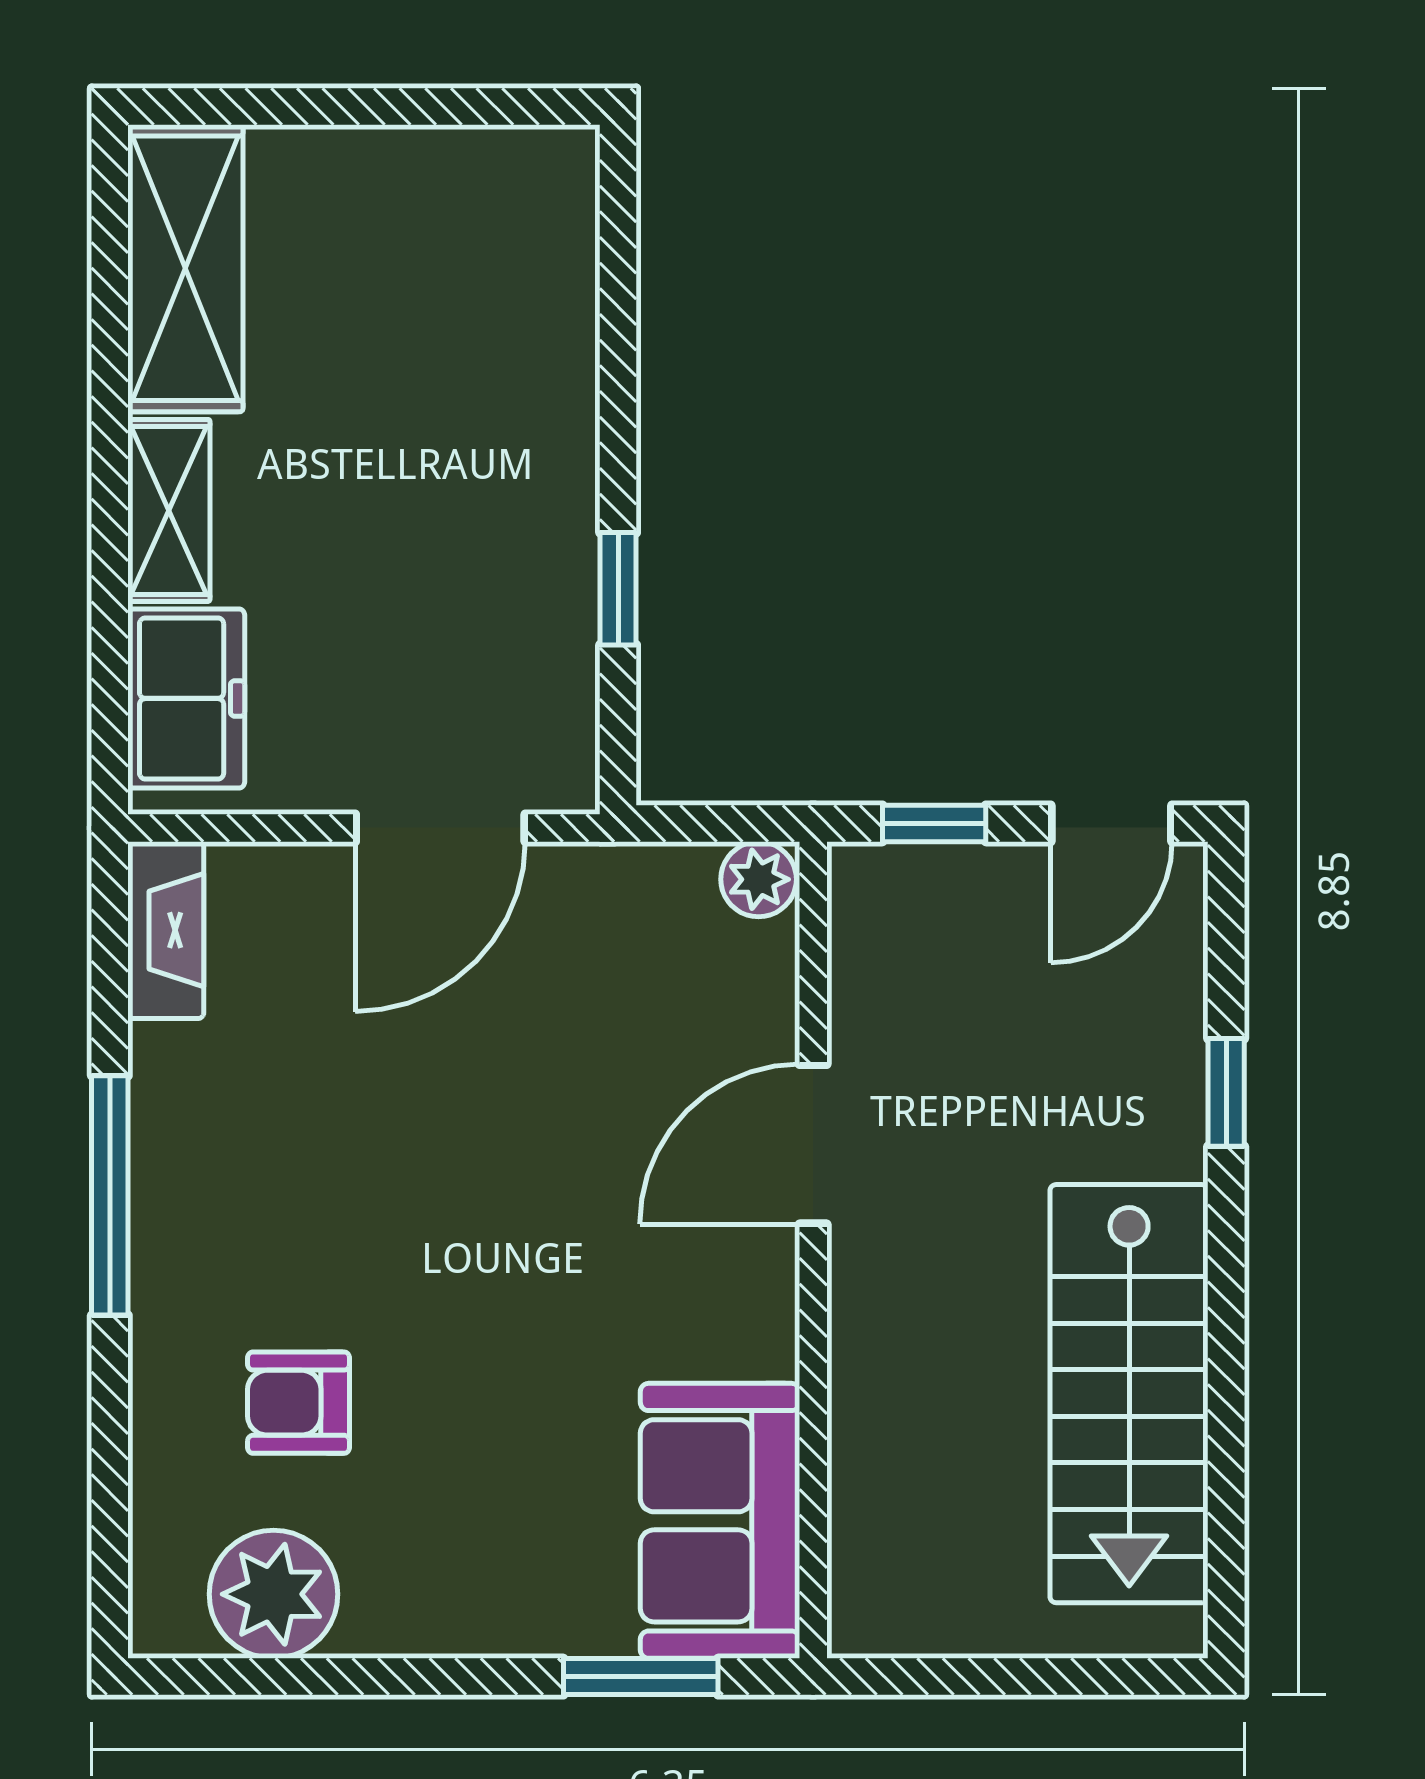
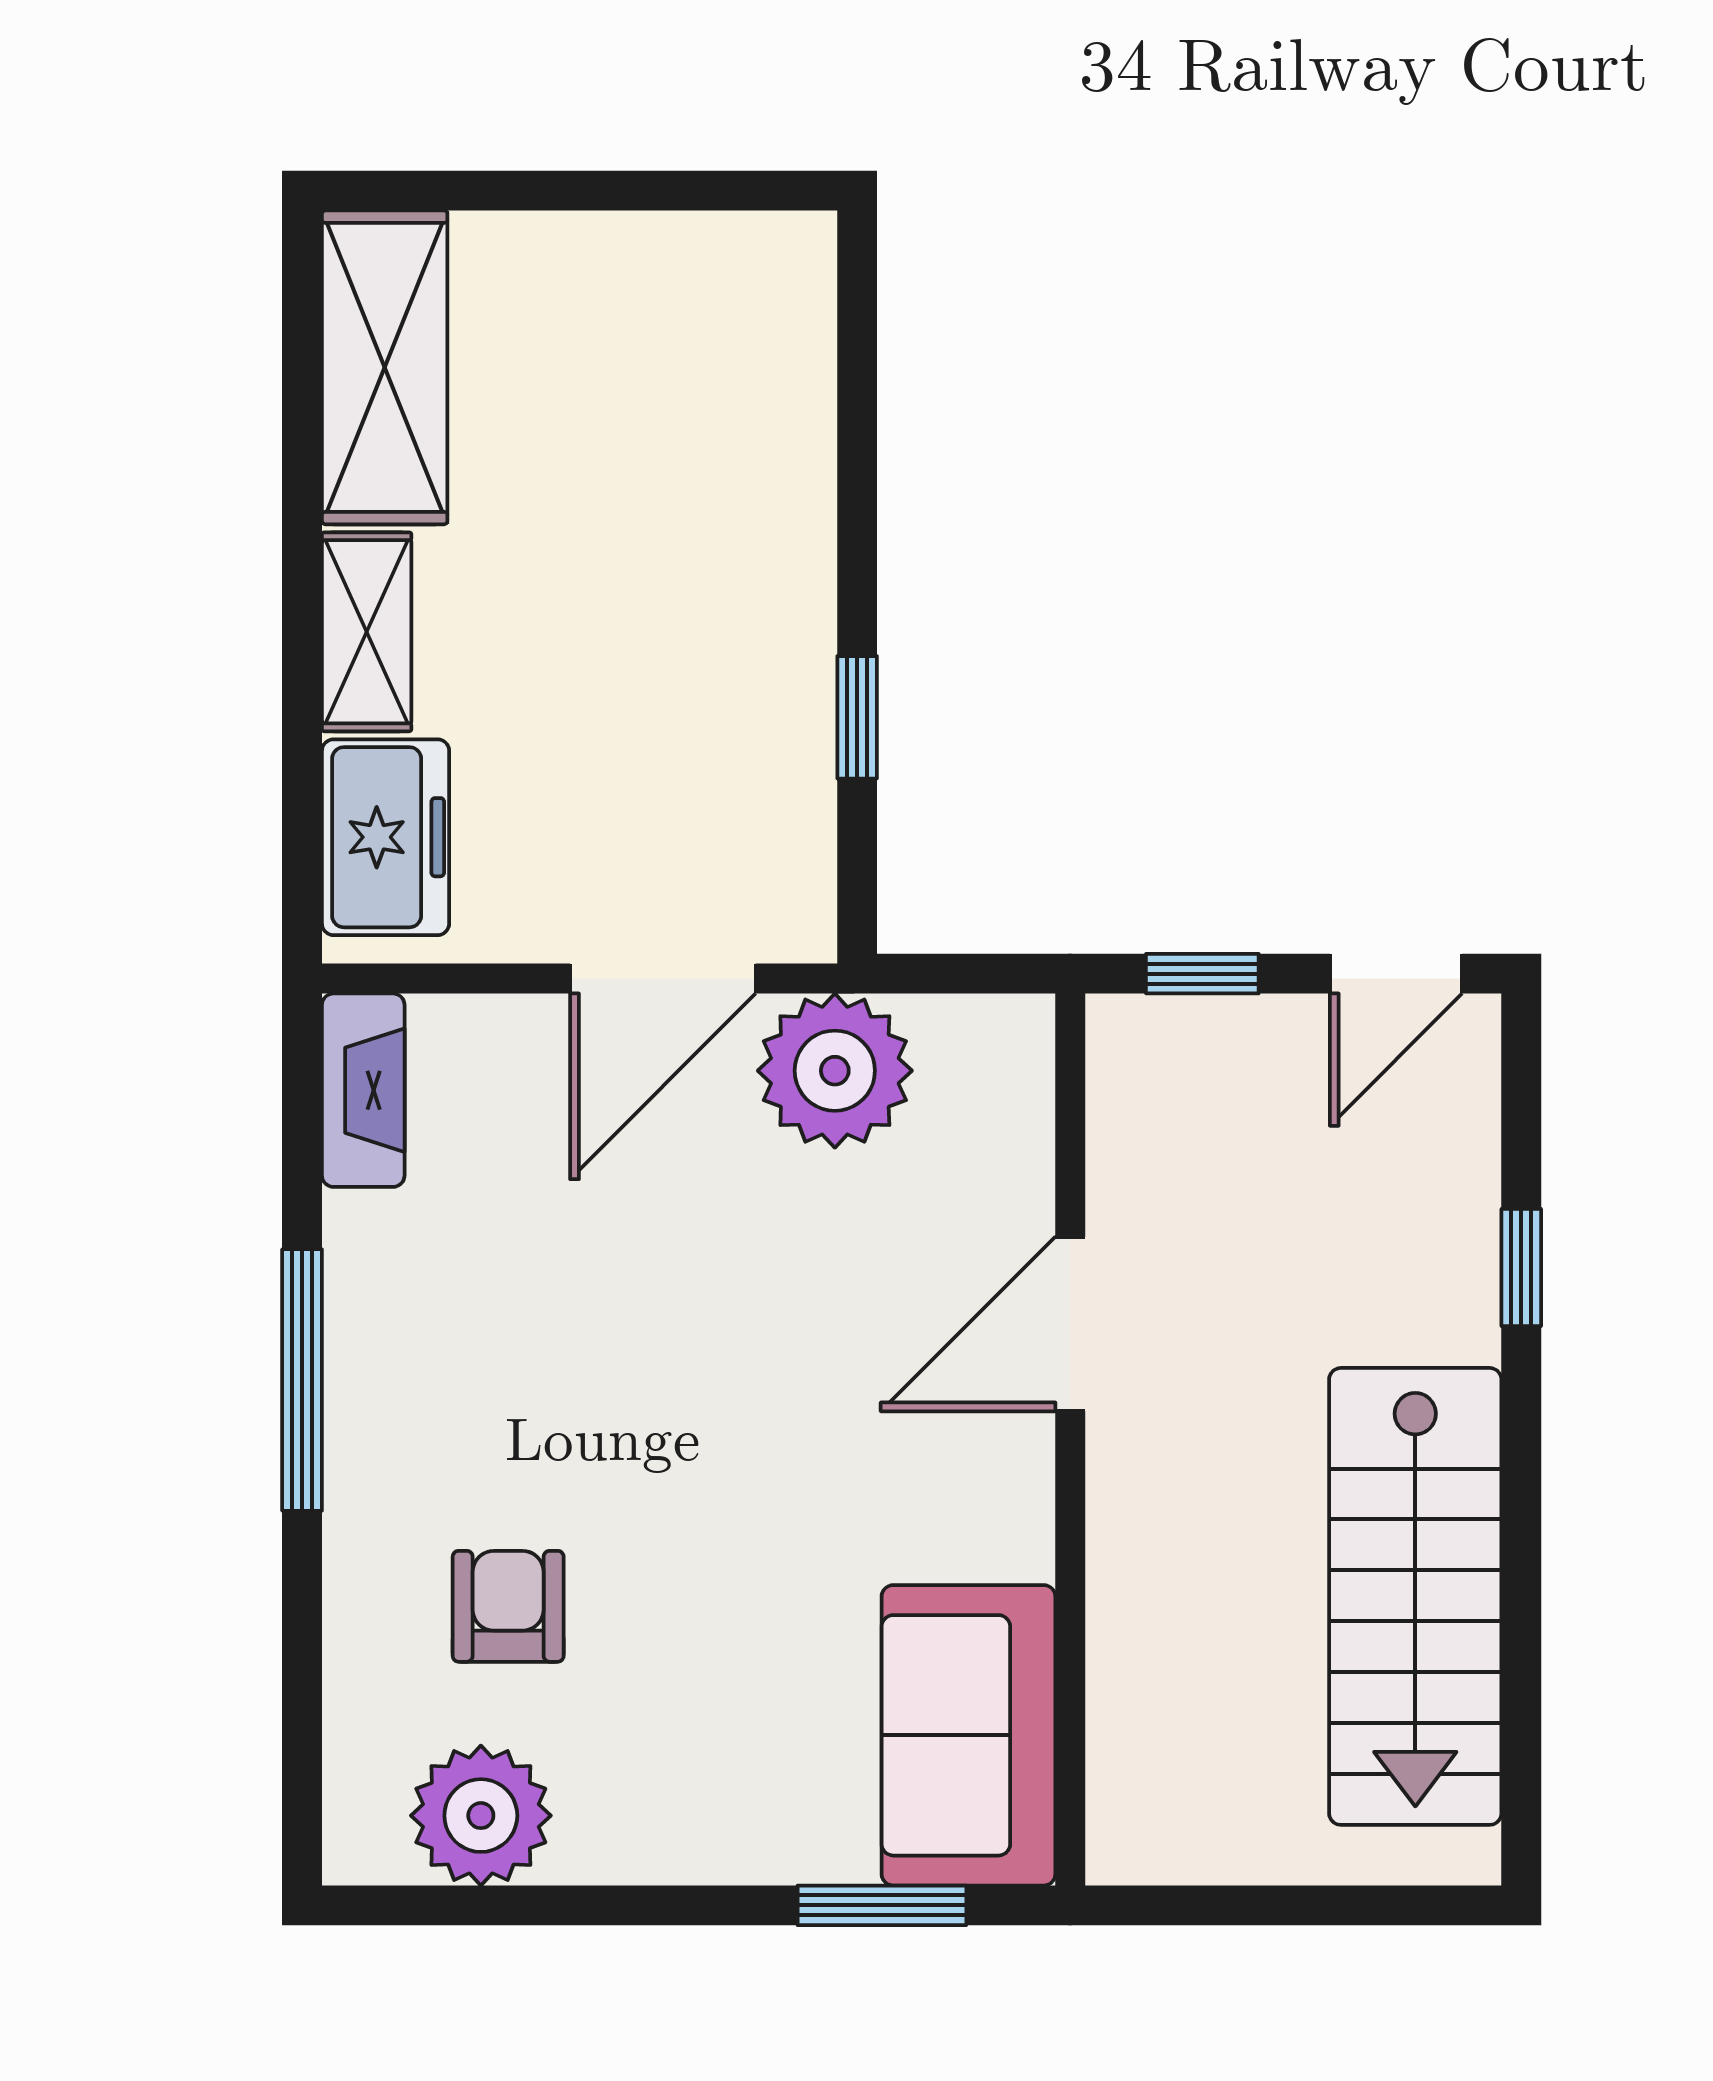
plant: (759, 879) -> (835, 1071), moved, width x1.88, depth x1.88
armchair: (299, 1403) -> (508, 1606), turned 90

